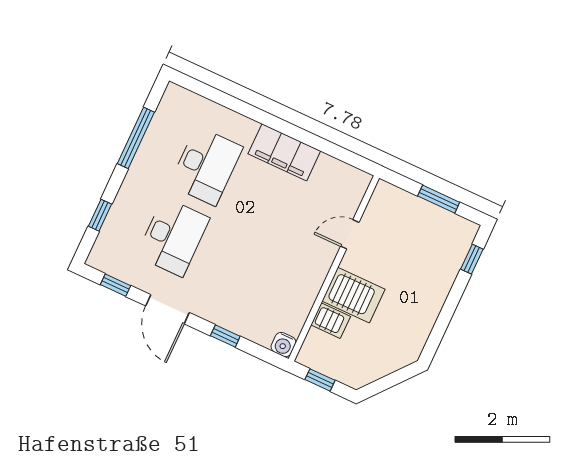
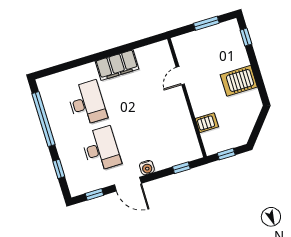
window: (136, 138) -> (44, 119), width x1.46
server rack: (354, 295) -> (239, 81), moved, turned 180
window: (225, 336) -> (181, 168), moved
water cooler: (283, 345) -> (147, 168), moved

